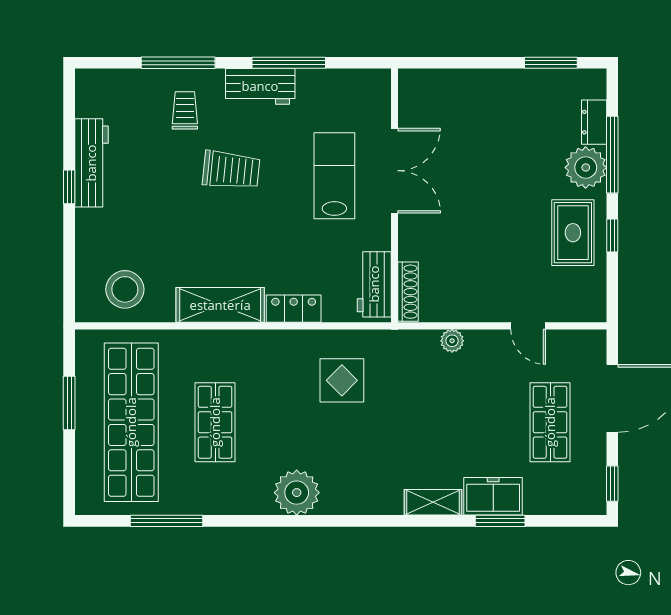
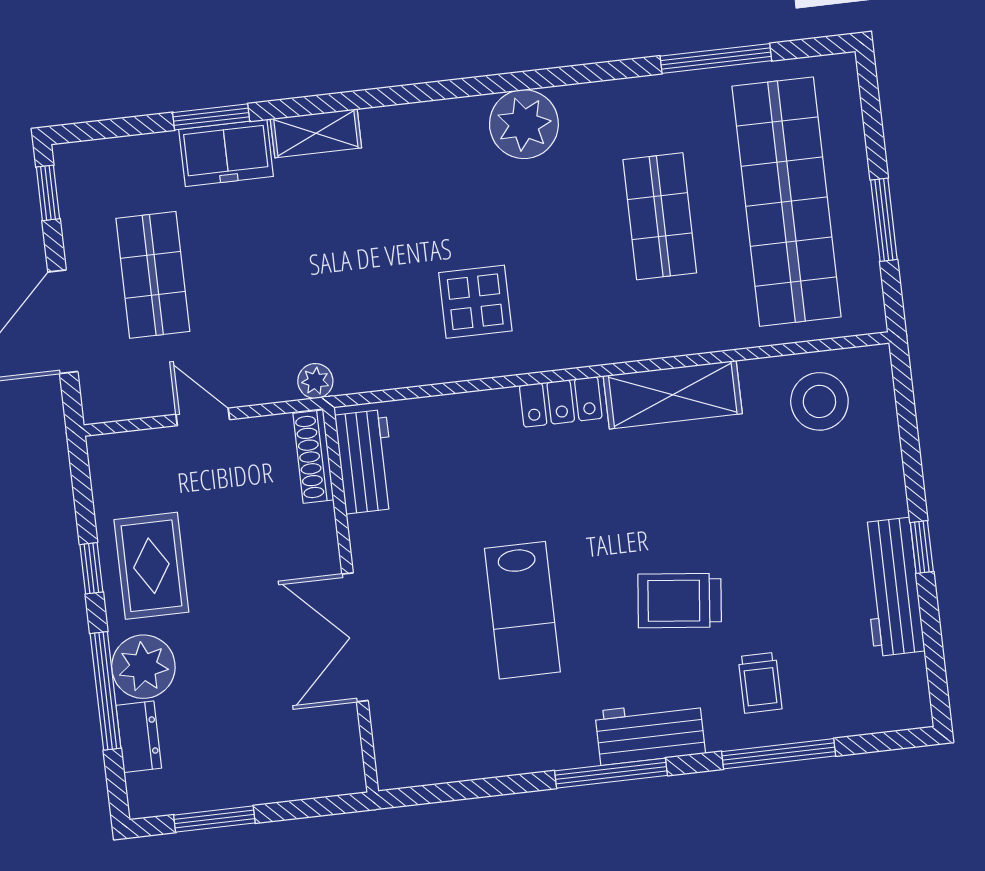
double door: (395, 171) -> (355, 637), moved
wall: (395, 195) -> (351, 600), moved
workbench: (374, 284) -> (366, 462), moved
shoe rack: (408, 292) -> (313, 457), moved

